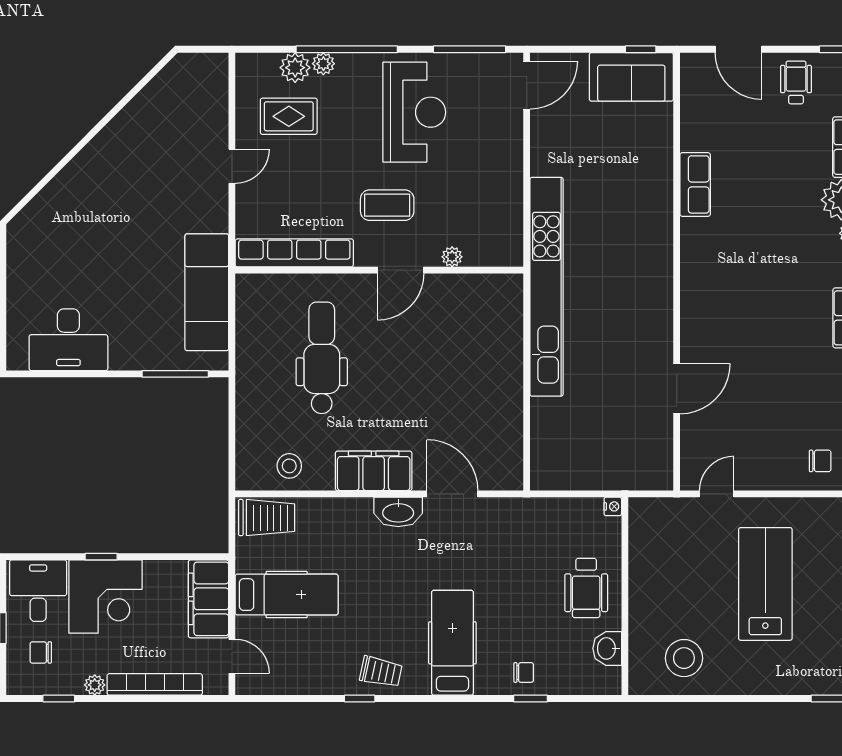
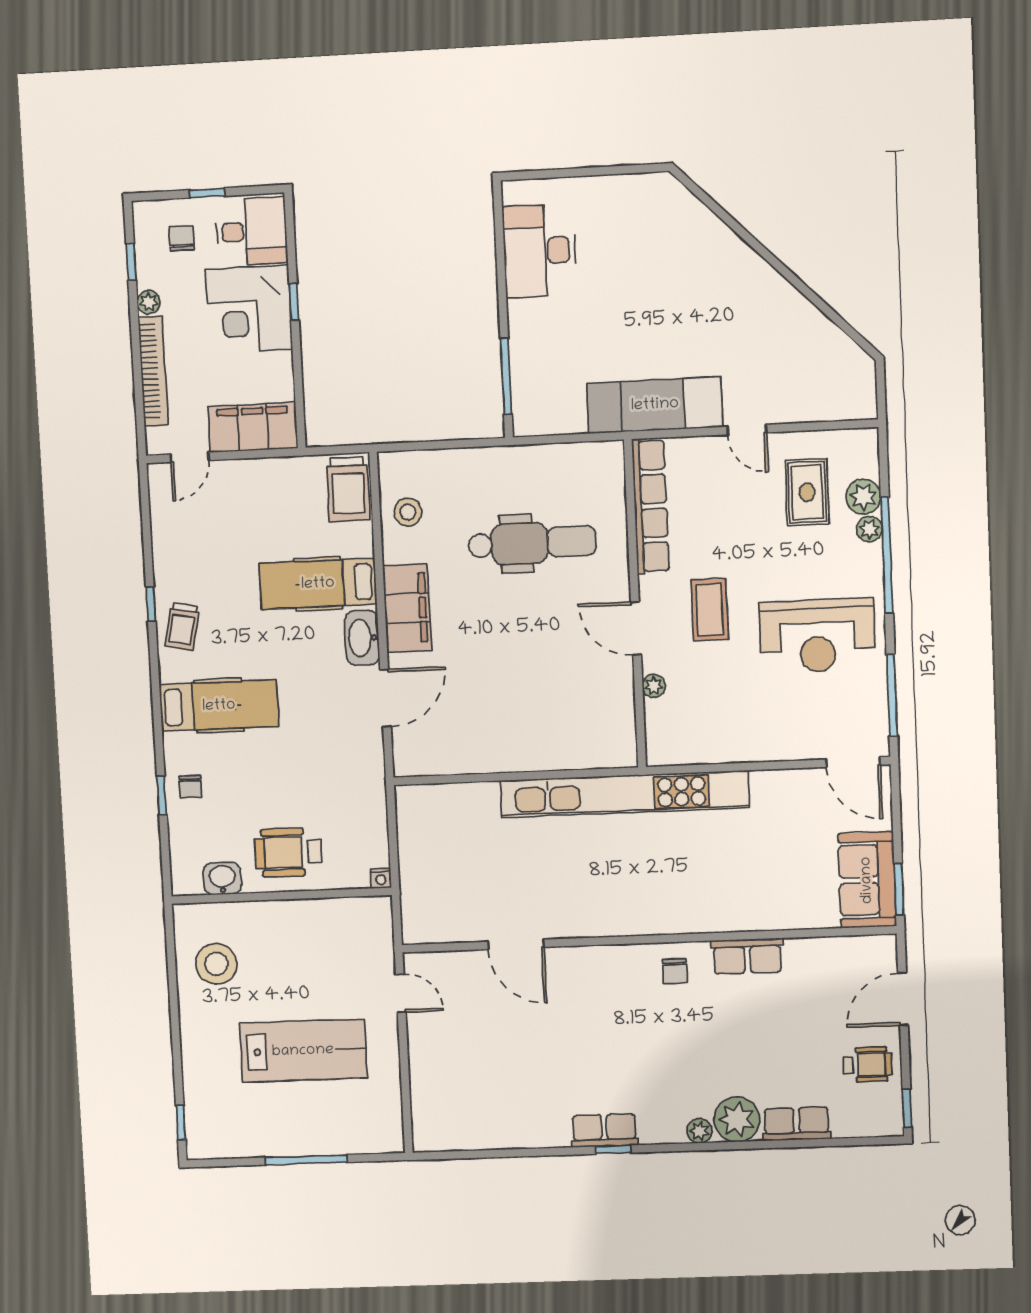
window: (641, 49) -> (899, 889), width x1.50
exam couch: (207, 292) -> (655, 405), moved
chair: (820, 461) -> (675, 971), moved
hospital bed: (287, 595) -> (318, 584), moved, turned 90

